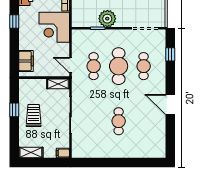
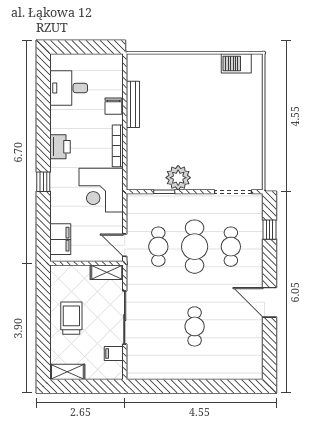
window: (14, 110) -> (43, 310), removed
filing cabinet: (63, 153) -> (114, 353), moved

